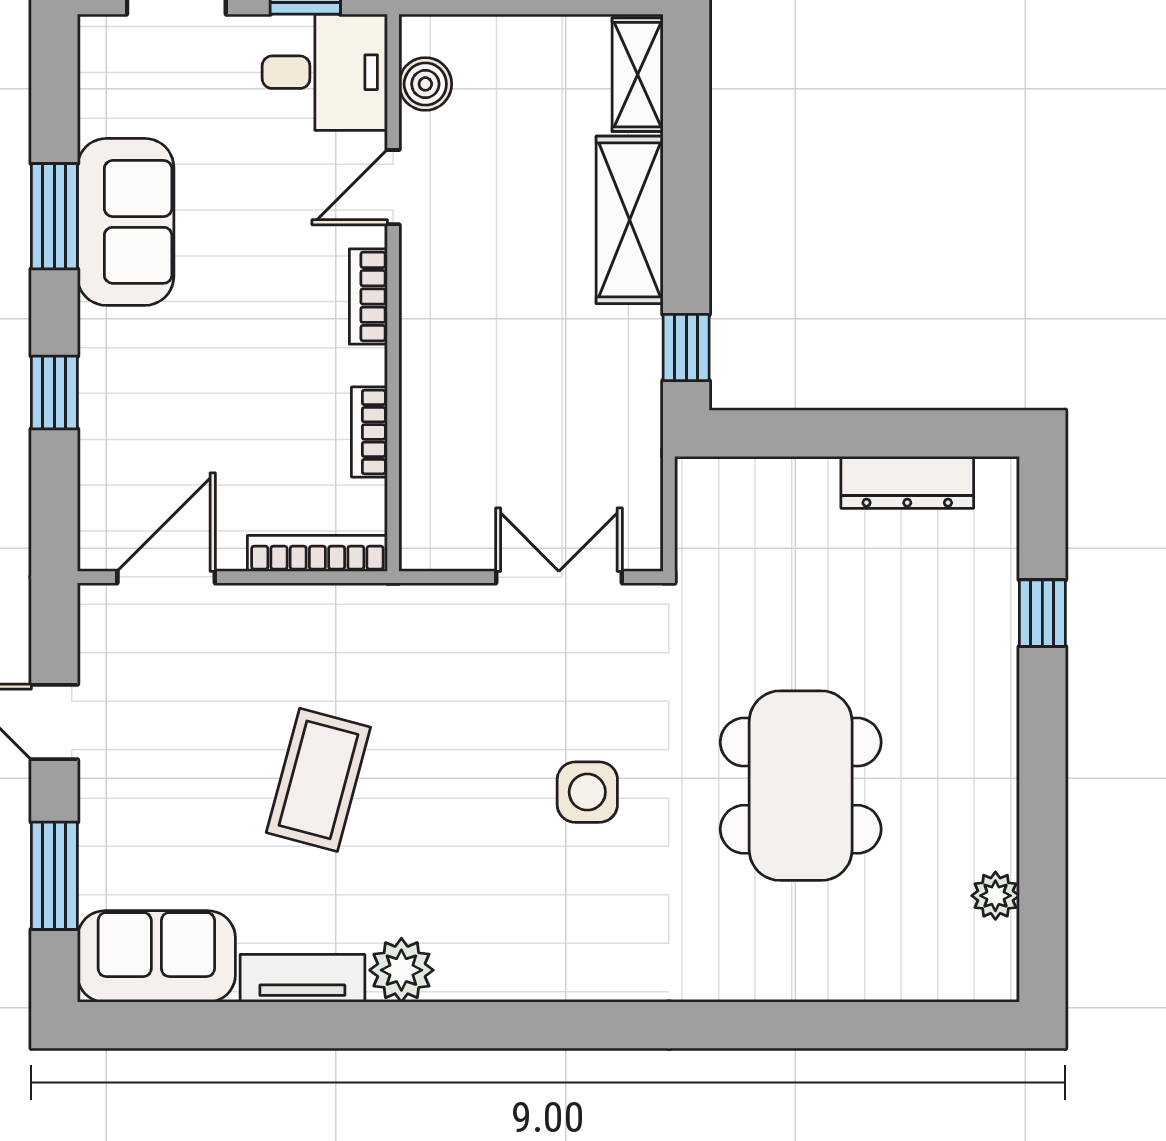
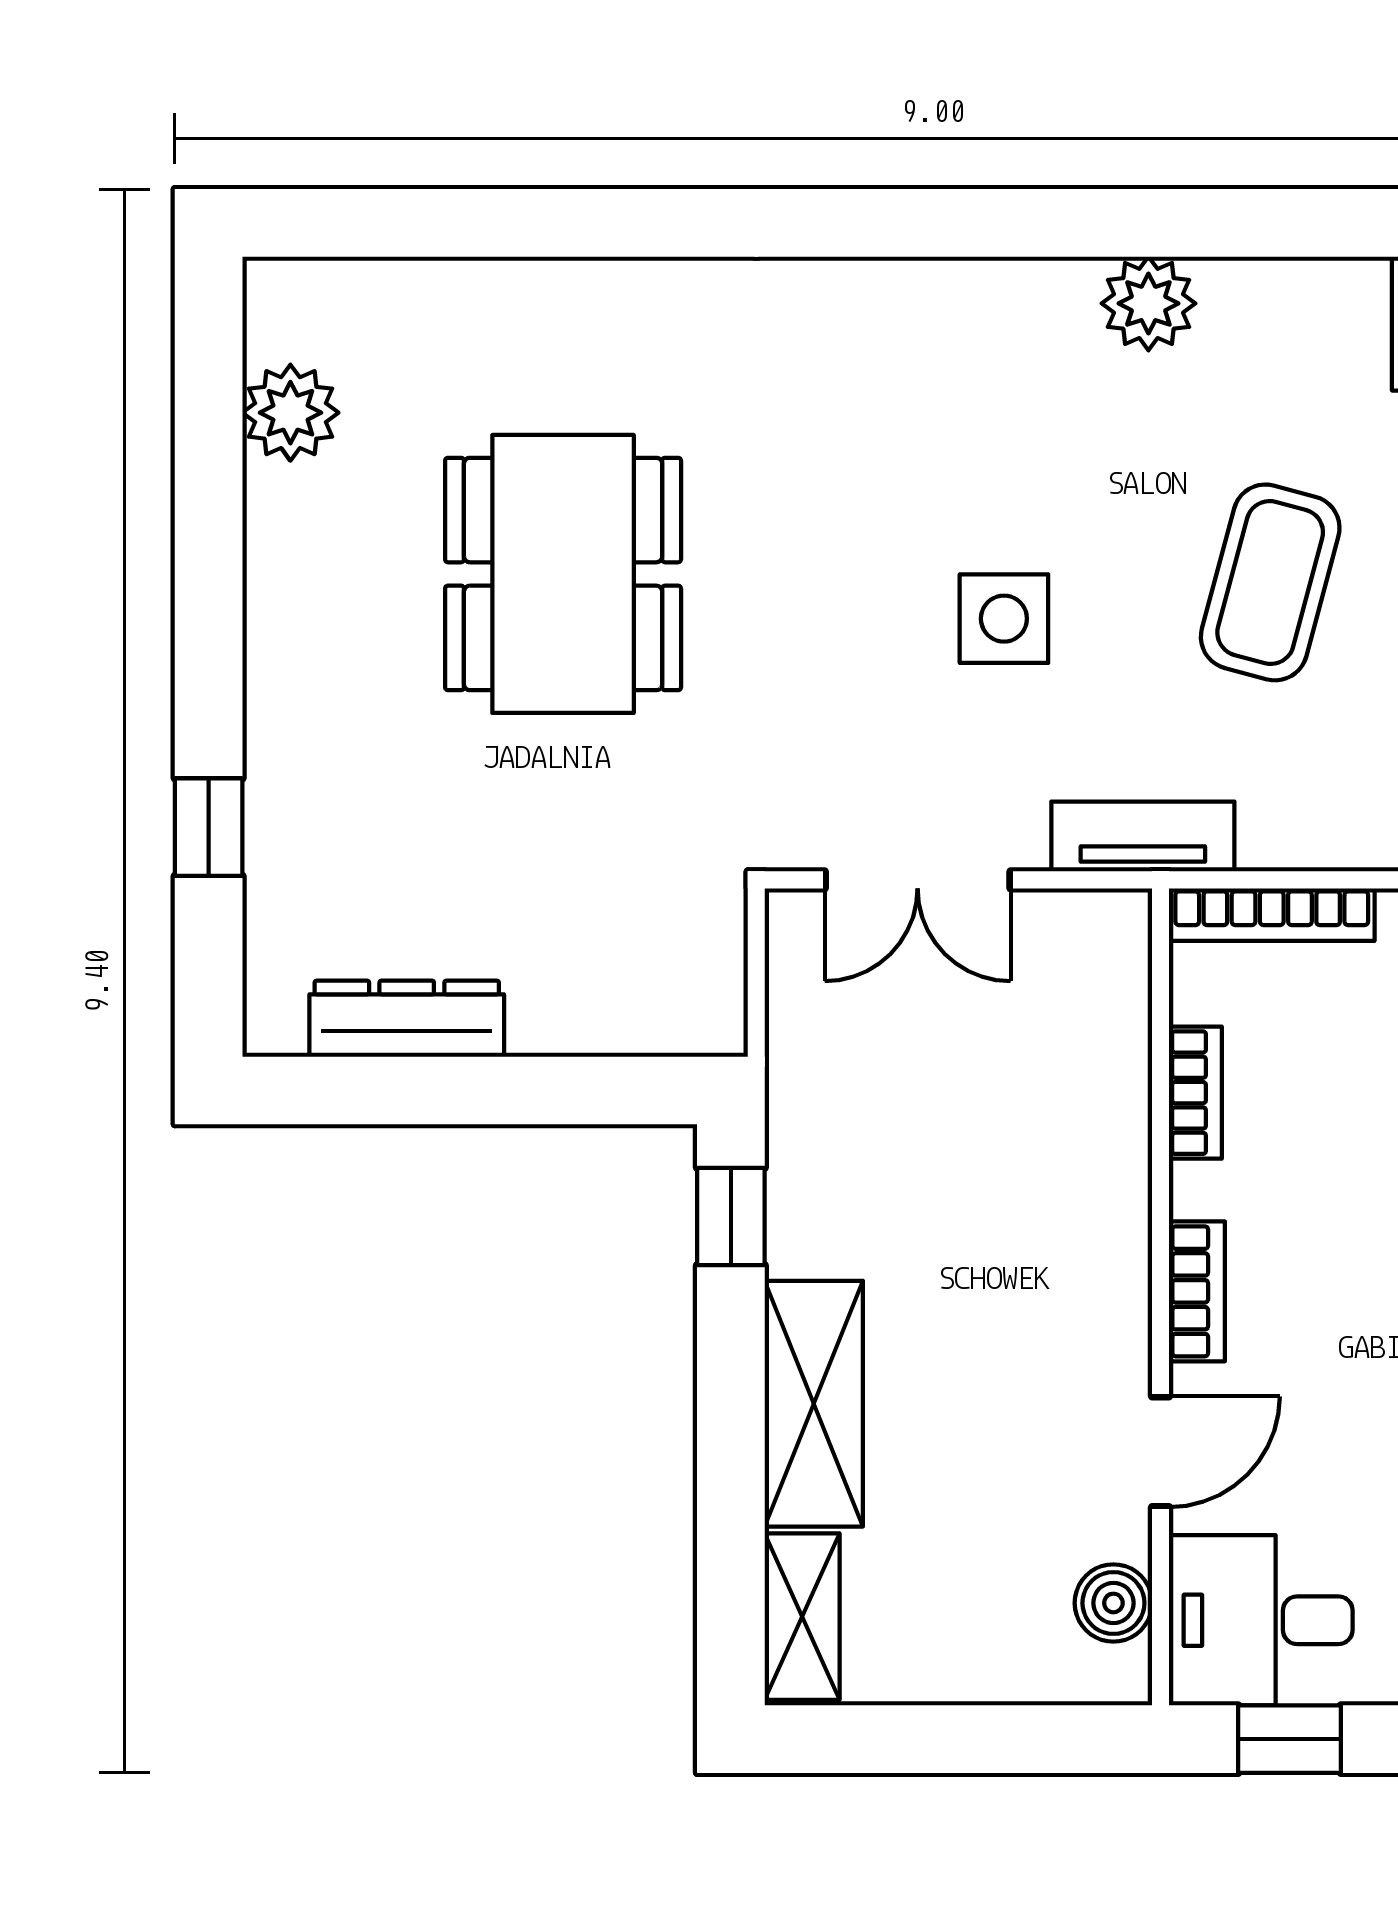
side table: (587, 792) -> (1004, 619), moved
plant: (995, 896) -> (290, 413), width x1.38, depth x1.38
tv unit: (302, 978) -> (1143, 837), moved, turned 180

